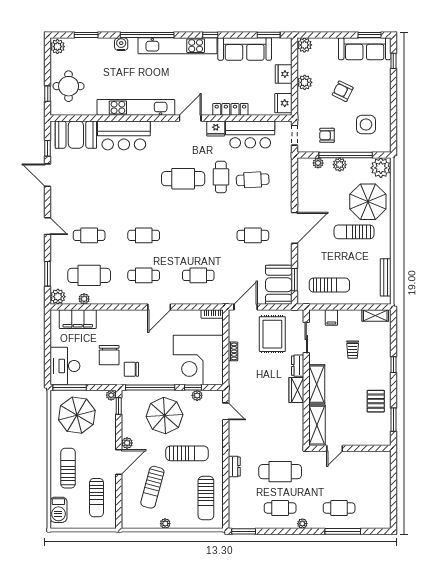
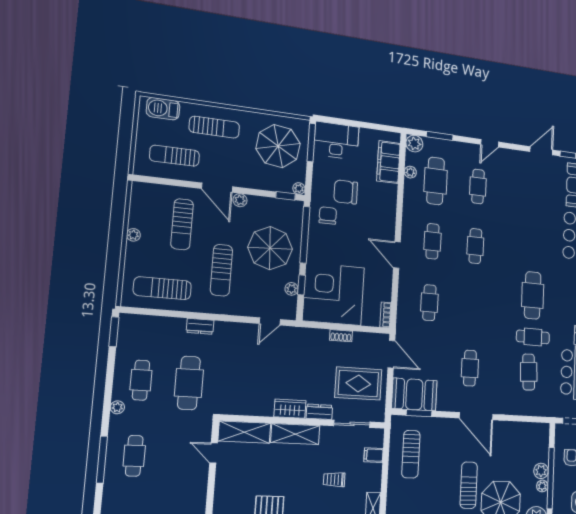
plant: (318, 163) -> (542, 486), moved
sun lounger: (152, 487) -> (182, 224), turned -105

